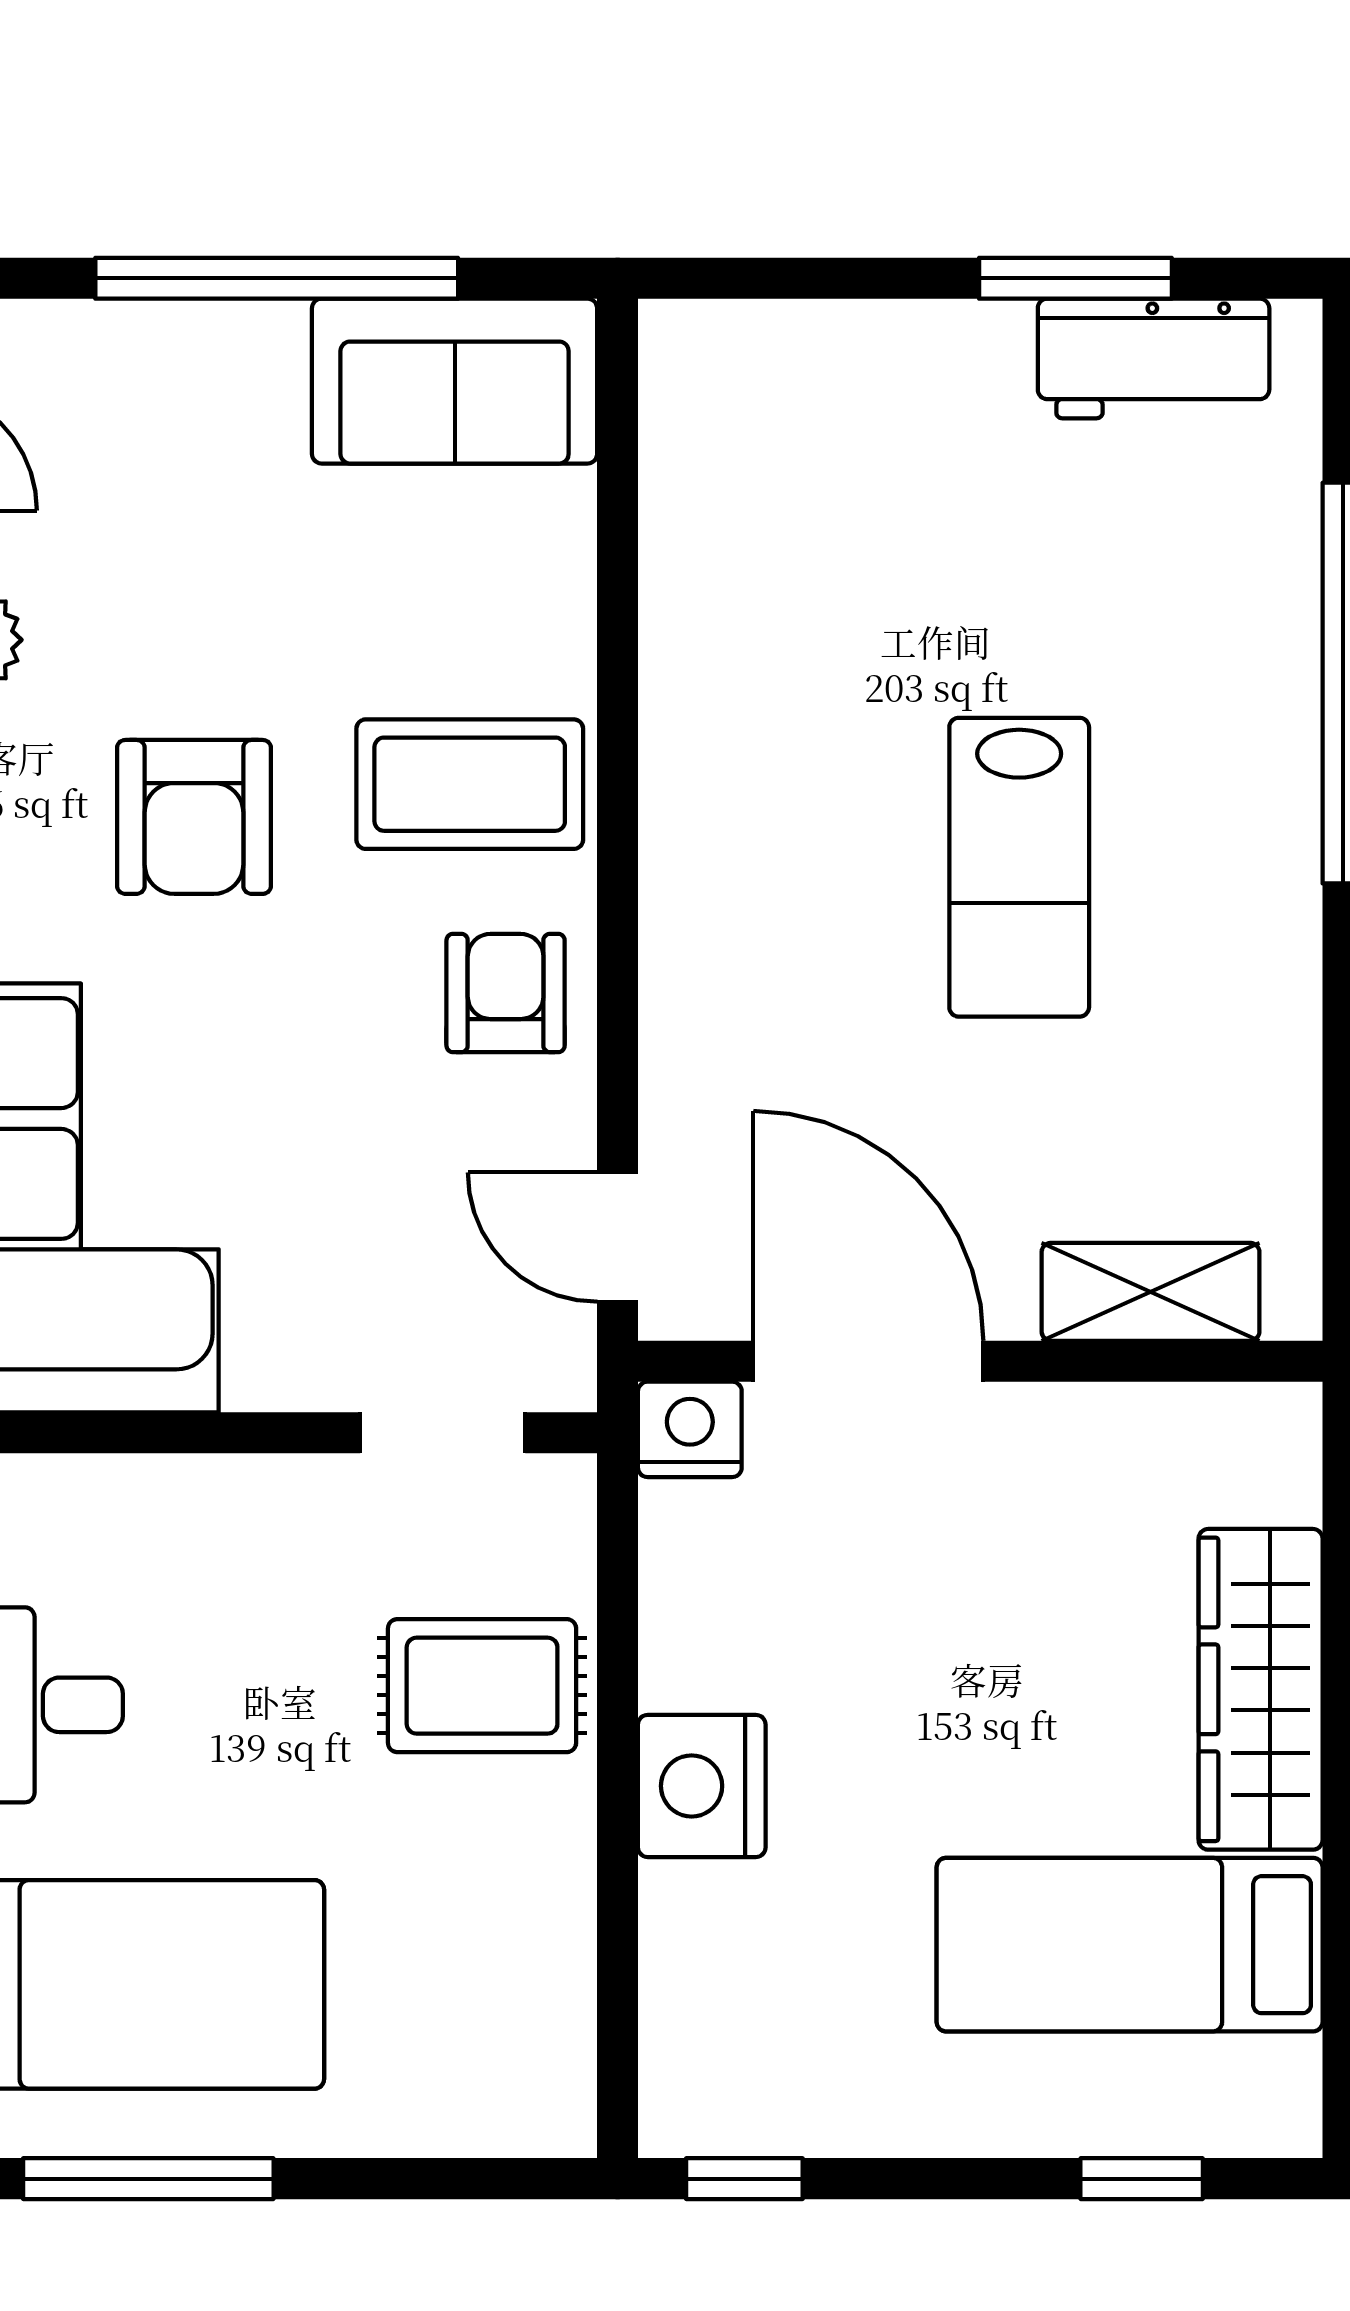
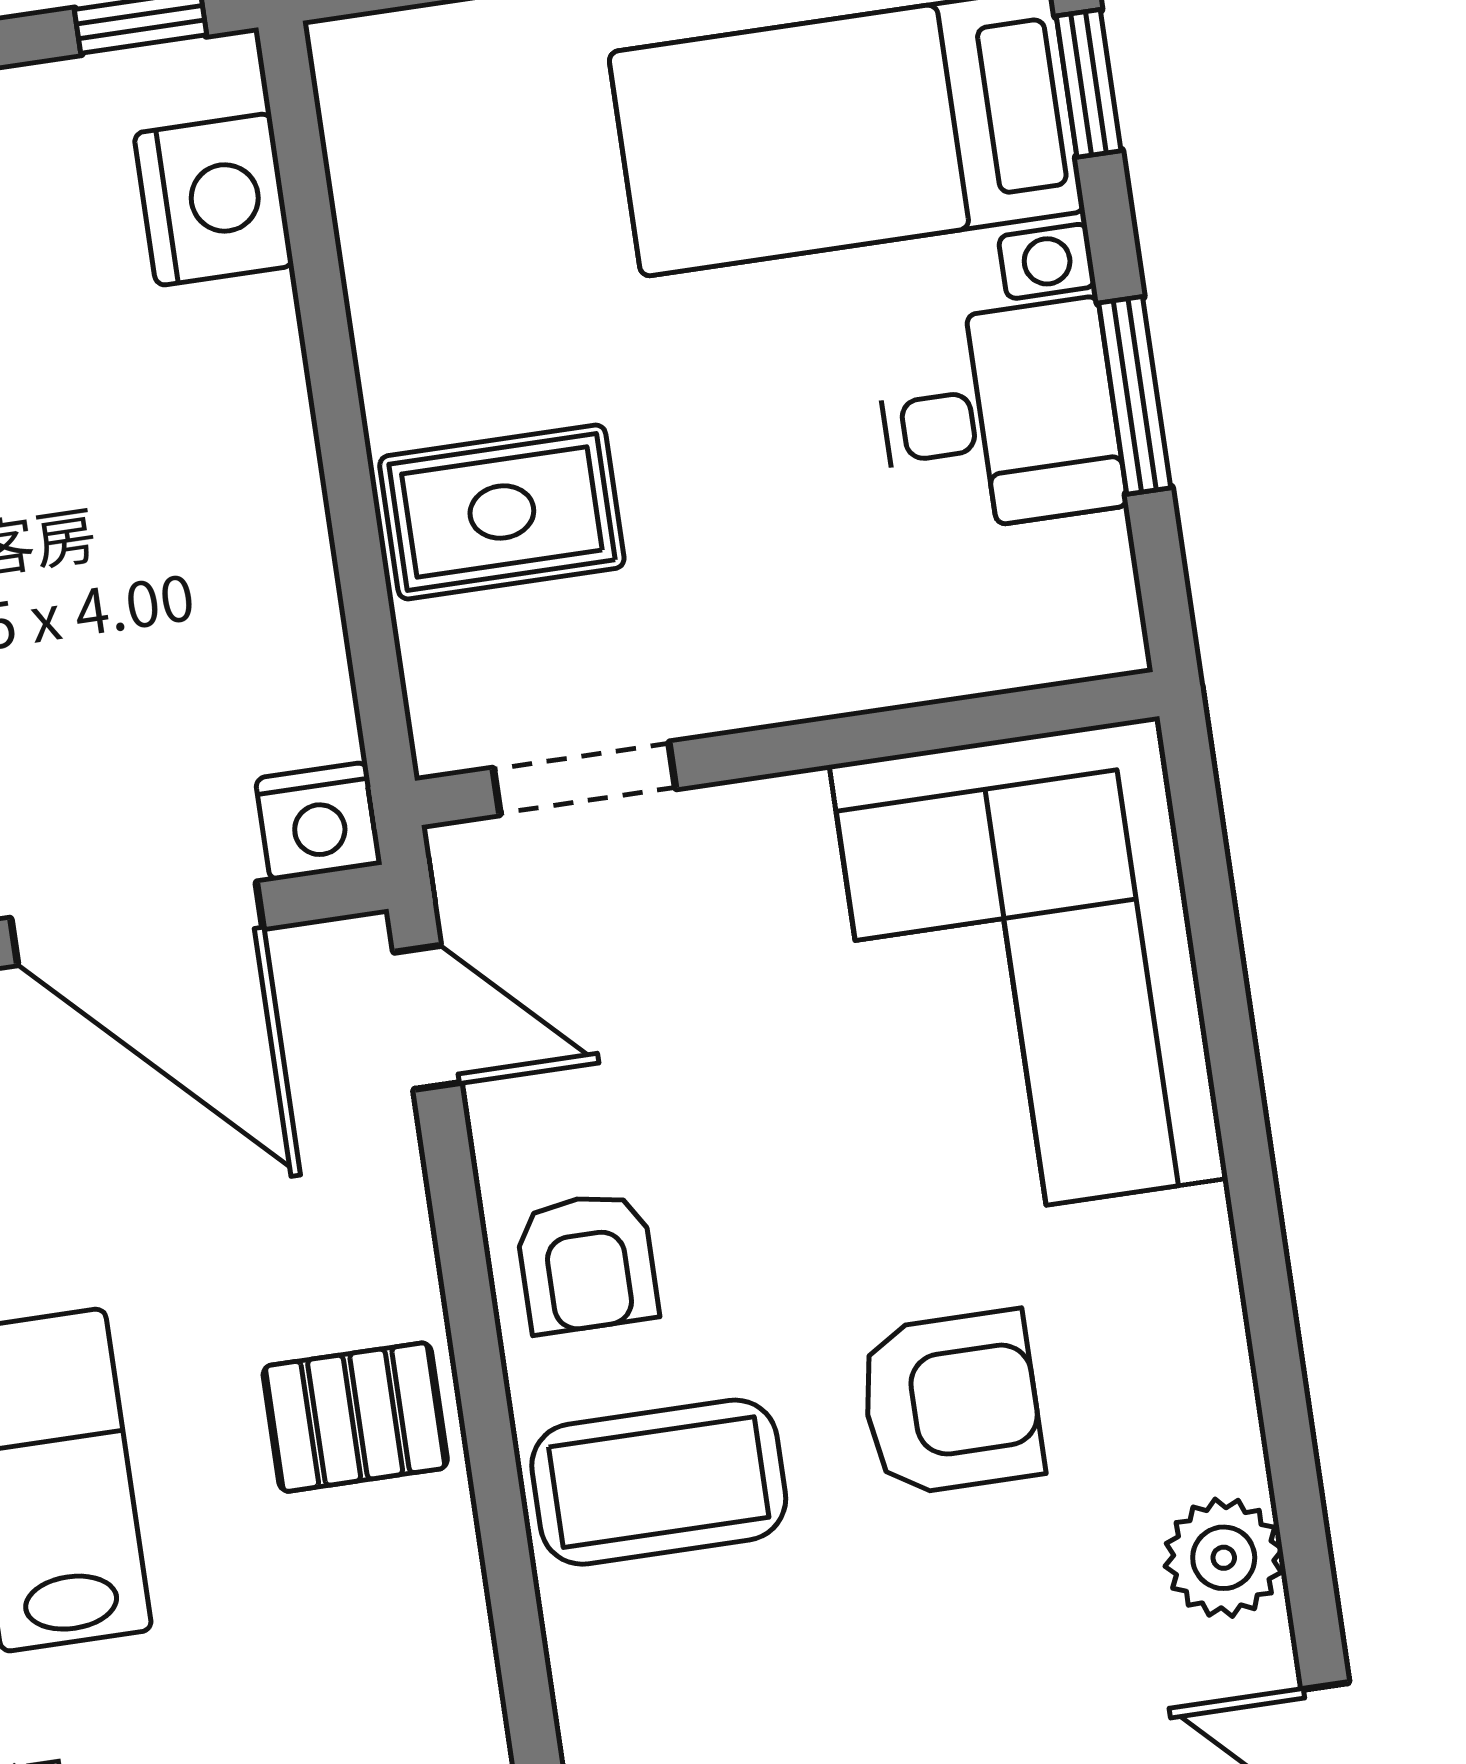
armchair: (194, 817) -> (951, 1403), turned 90
pallet: (736, 884) -> (355, 1417), added
nightstand: (702, 1786) -> (214, 200), moved

